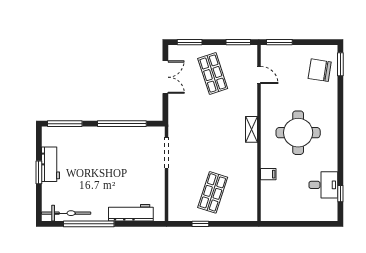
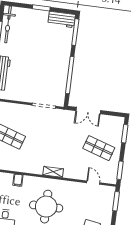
shop shelf: (213, 74) -> (99, 148), turned 36
door: (259, 75) -> (93, 183), swing flipped
double door: (165, 77) -> (88, 111), moved
workbench: (51, 164) -> (62, 19), moved

